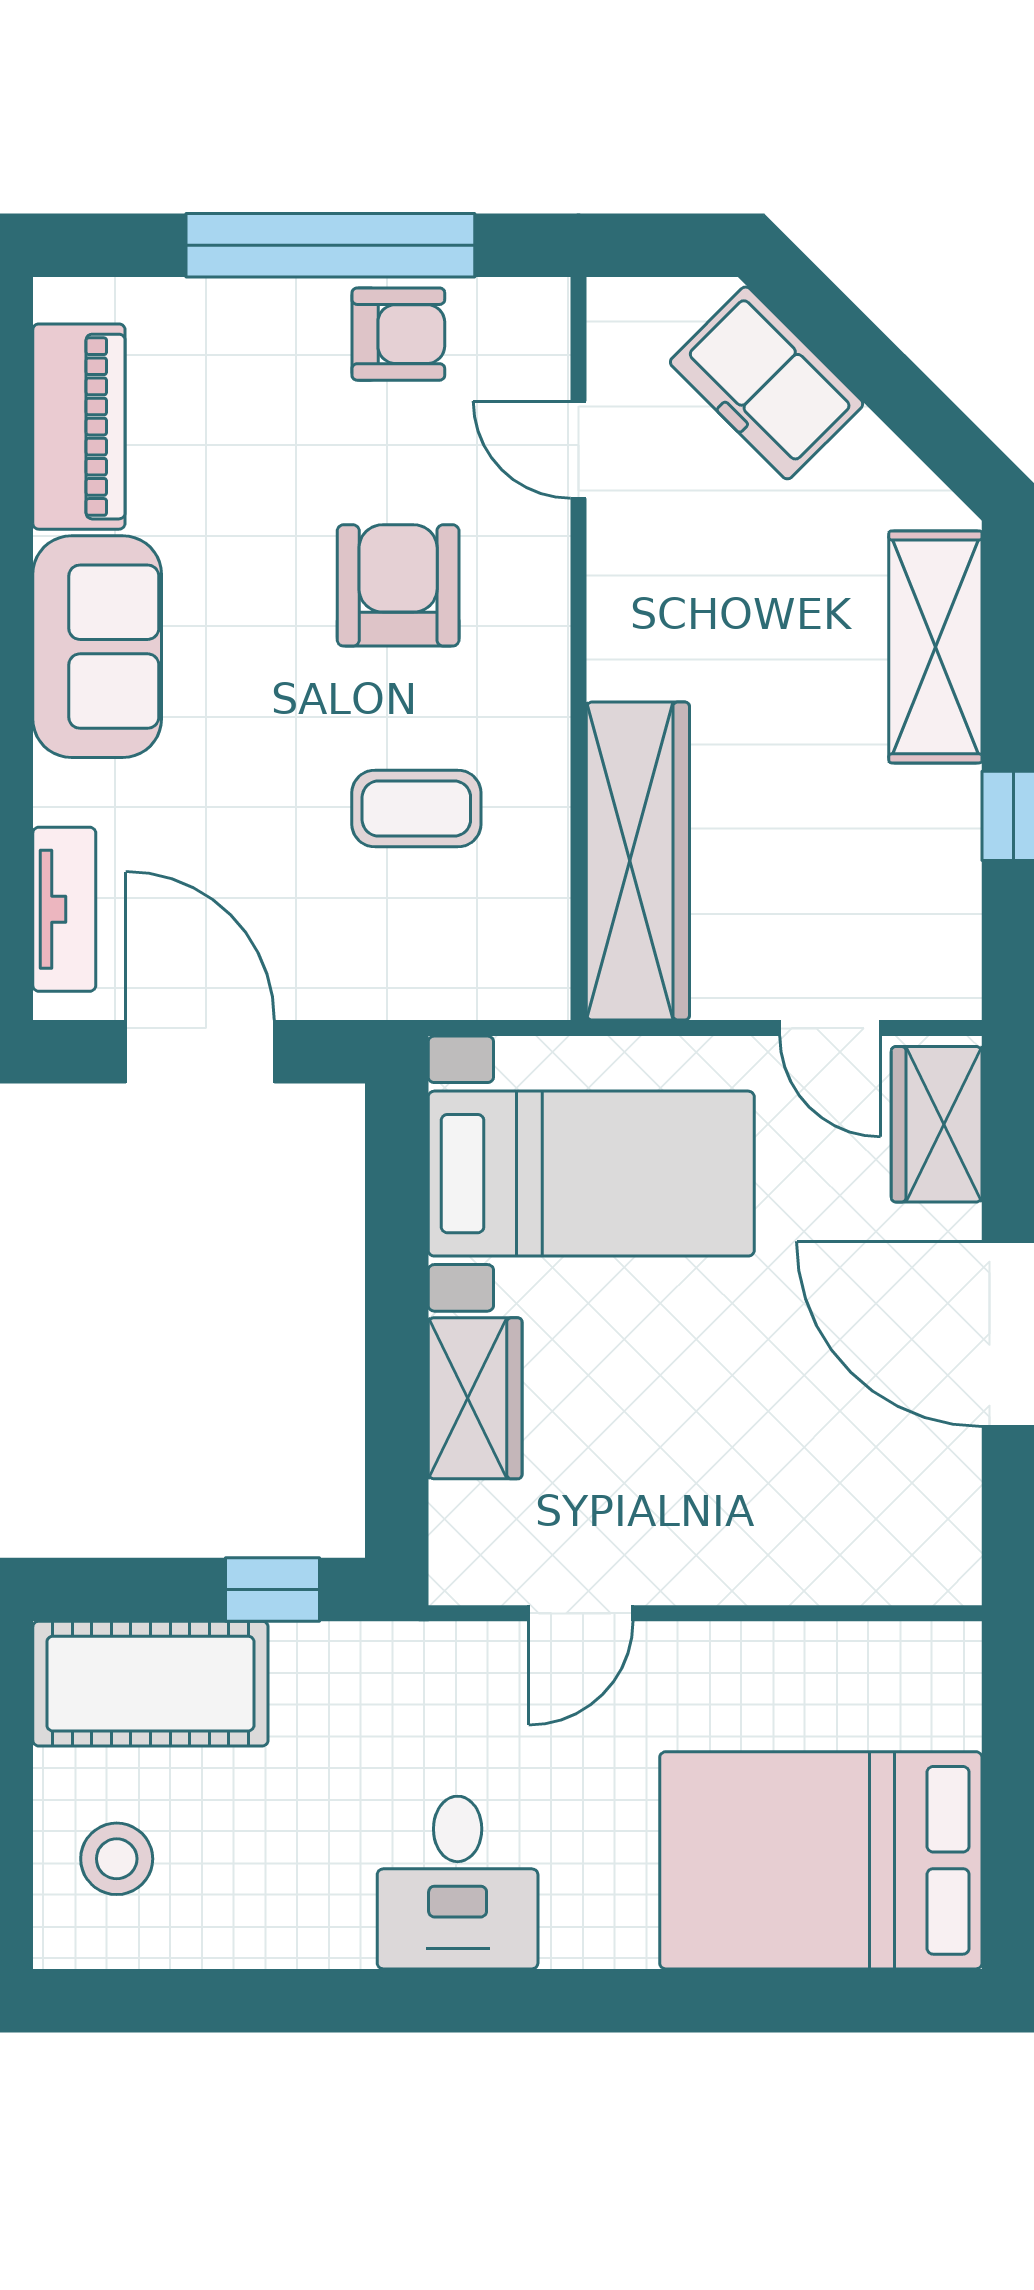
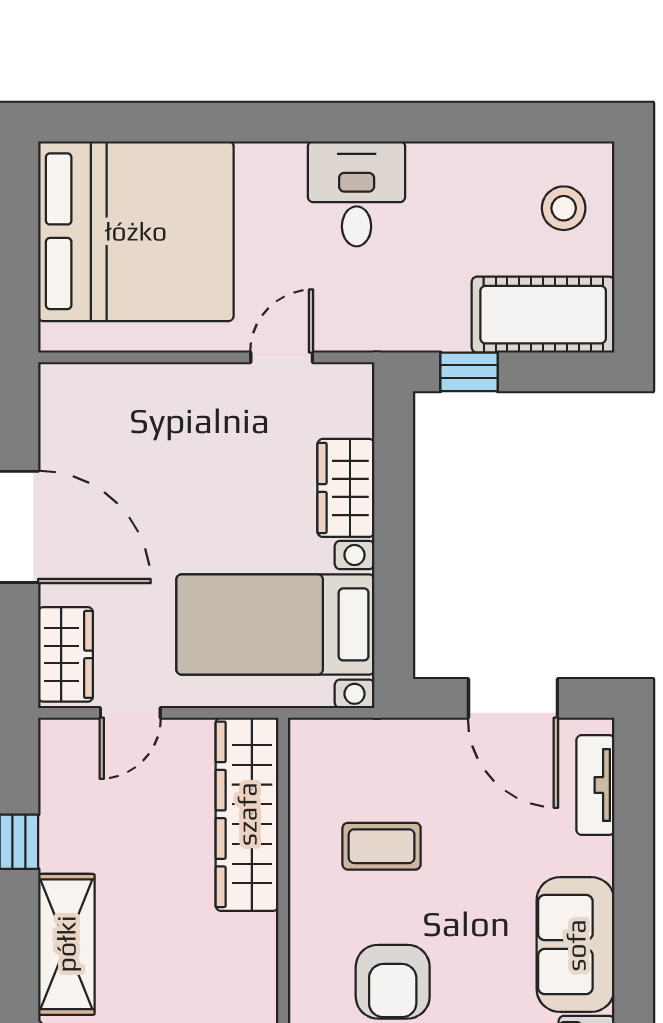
door: (830, 1028) -> (130, 713), swing flipped
bed: (821, 1860) -> (136, 231), width x1.36

